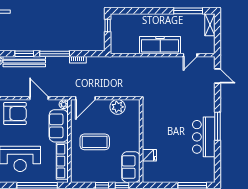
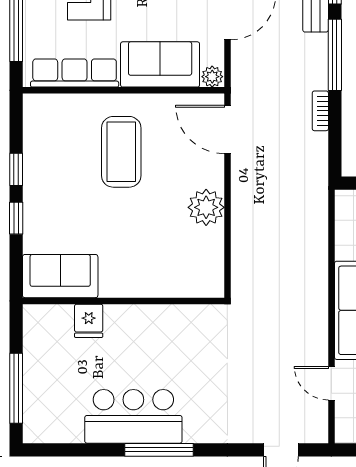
wall: (141, 141) -> (123, 301), moved
fridge: (149, 155) -> (89, 321), moved
sofa: (131, 167) -> (60, 276), moved

